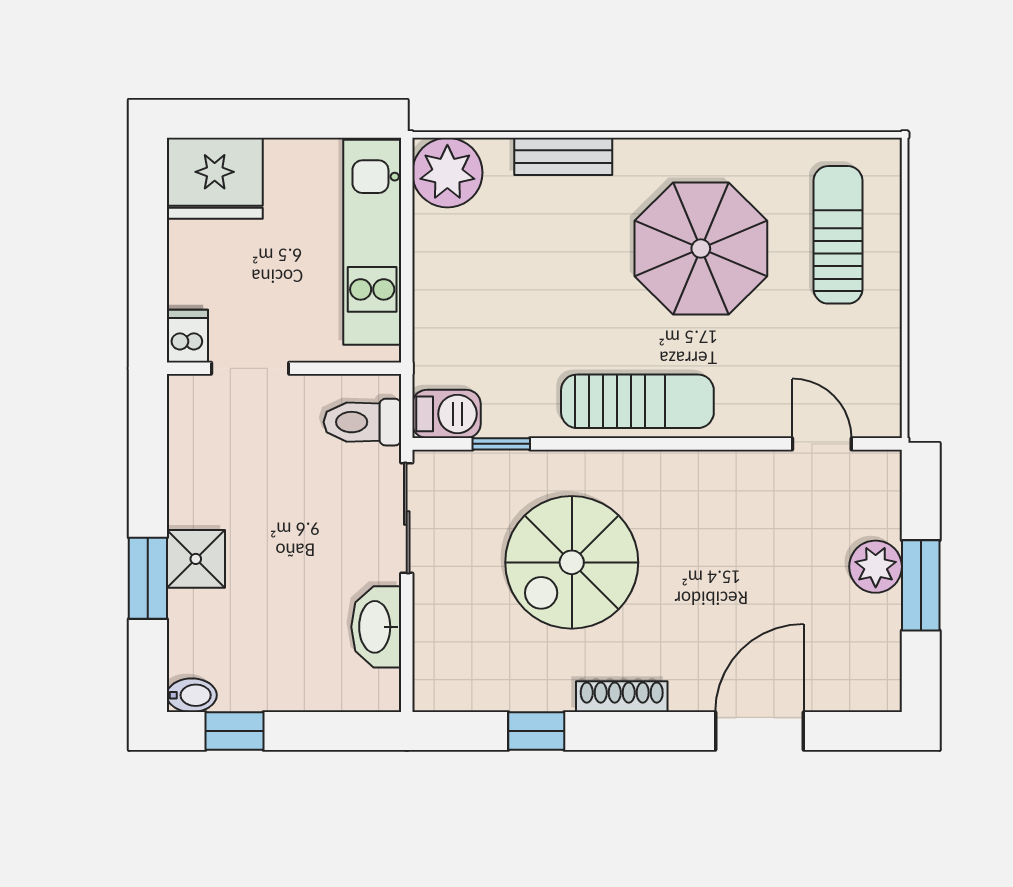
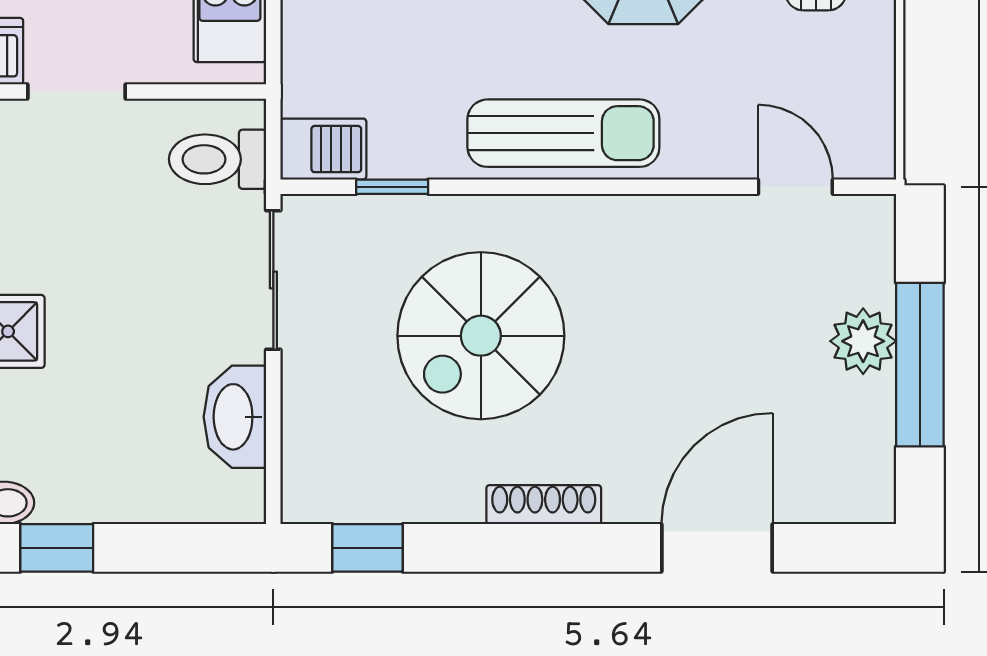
window: (921, 585) -> (920, 365), width x1.44
window: (536, 731) -> (368, 548), moved

